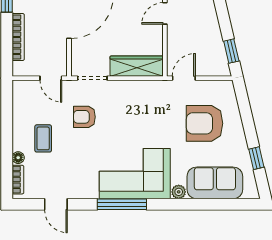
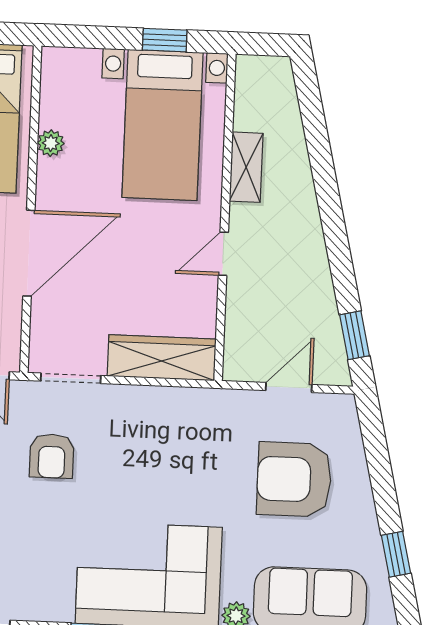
door: (184, 78) -> (289, 387), moved
armchair: (84, 117) -> (52, 456), turned -90

